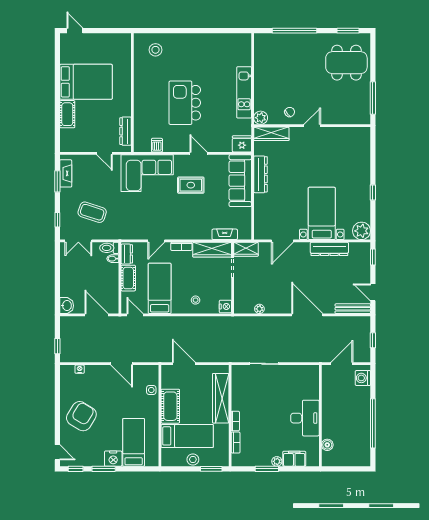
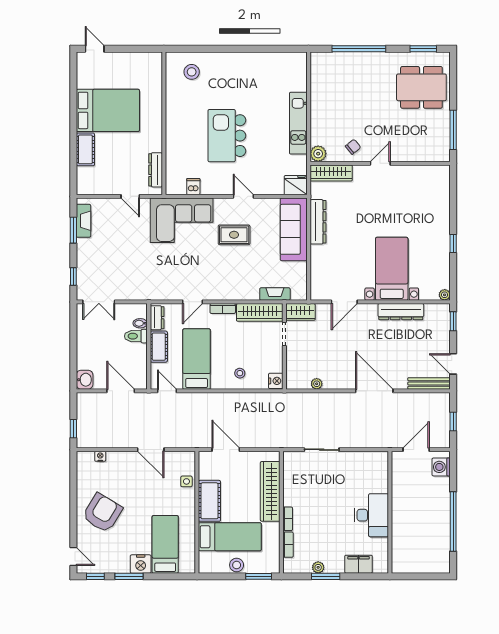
coffee table: (92, 212) -> (115, 267), removed
plant: (362, 231) -> (445, 295), width x0.53, depth x0.53
toilet: (109, 248) -> (136, 336), moved
boiler: (327, 445) -> (398, 547), removed
plant: (277, 461) -> (318, 567), moved

